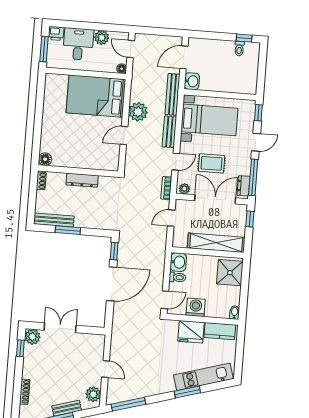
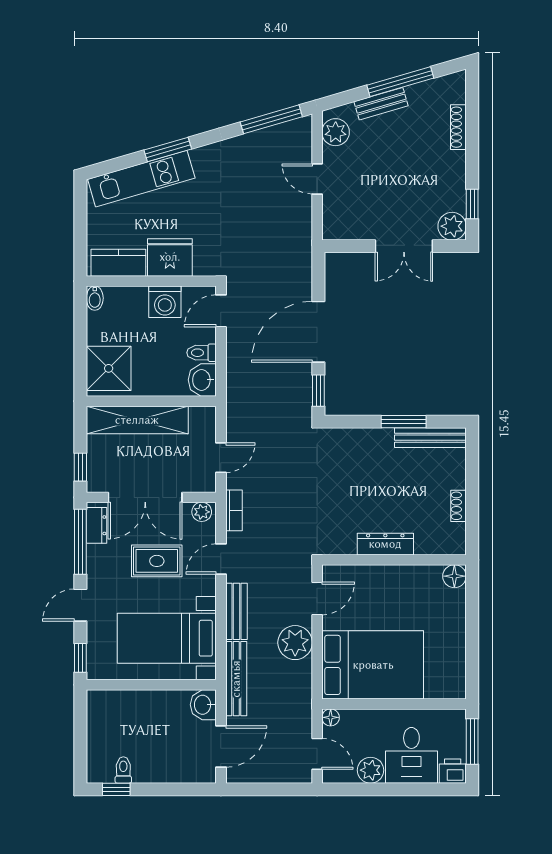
floor lamp: (45, 159) -> (454, 576), moved
wall: (78, 171) -> (394, 560), moved
dresser: (82, 180) -> (385, 544), moved

